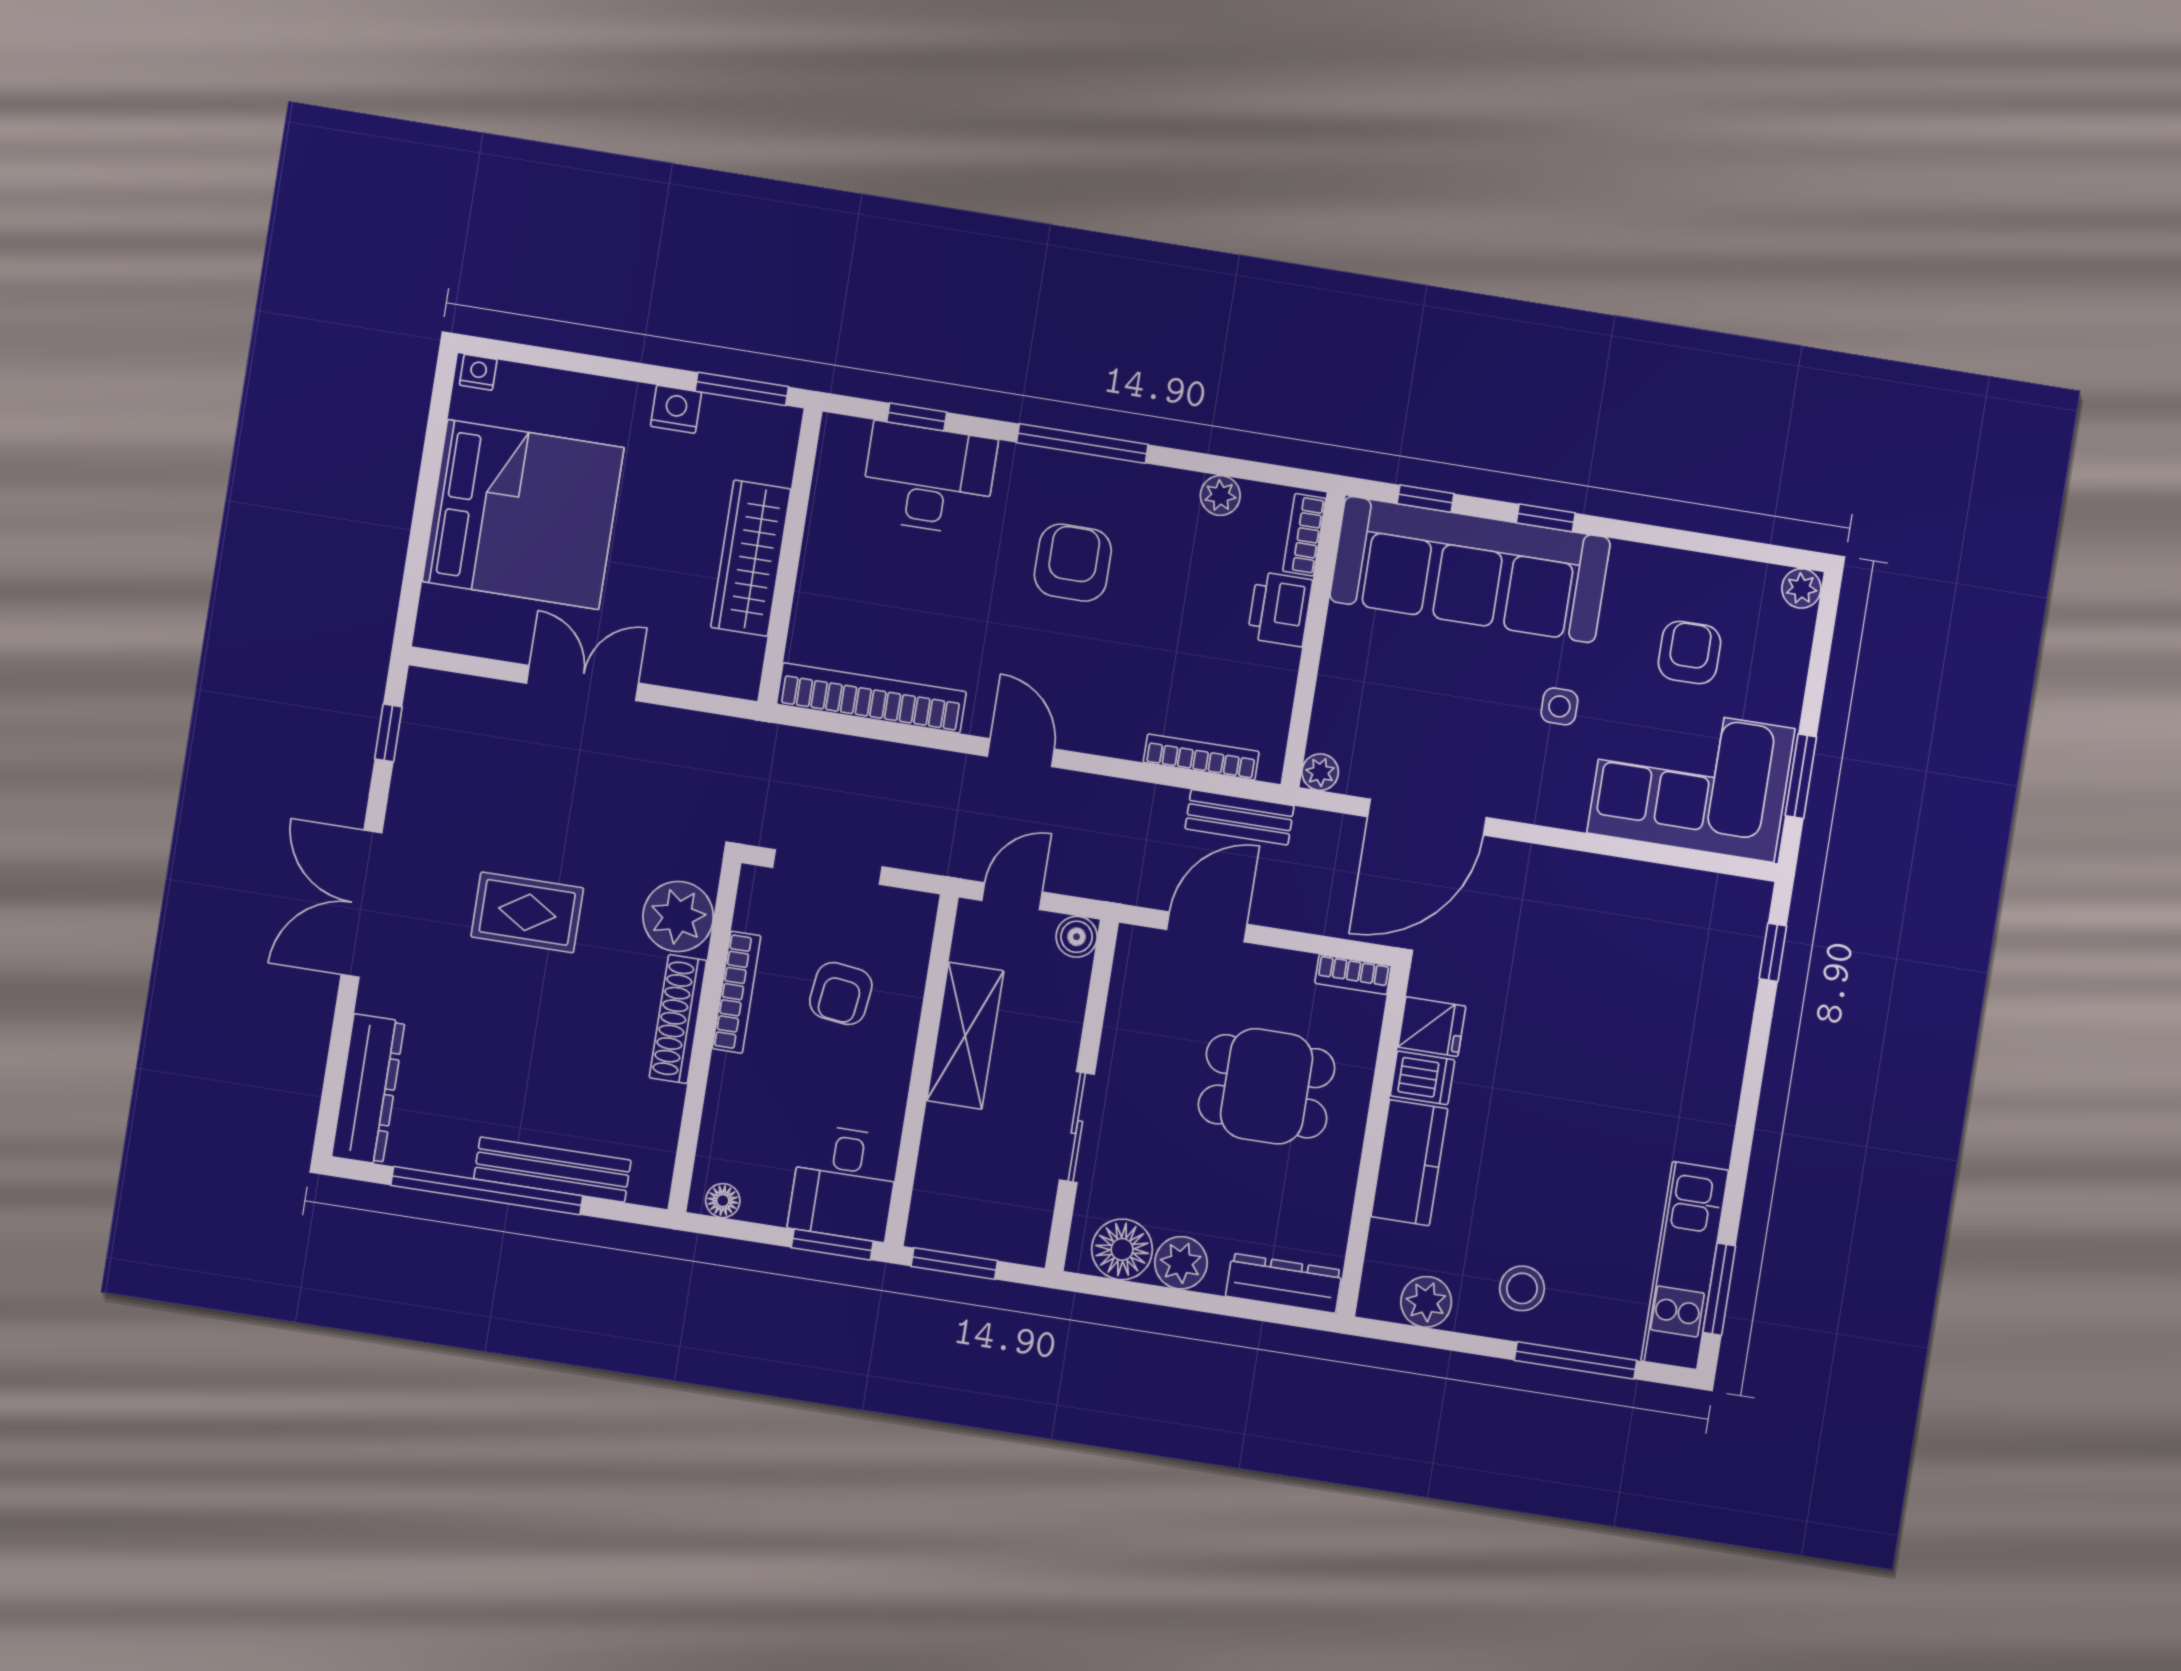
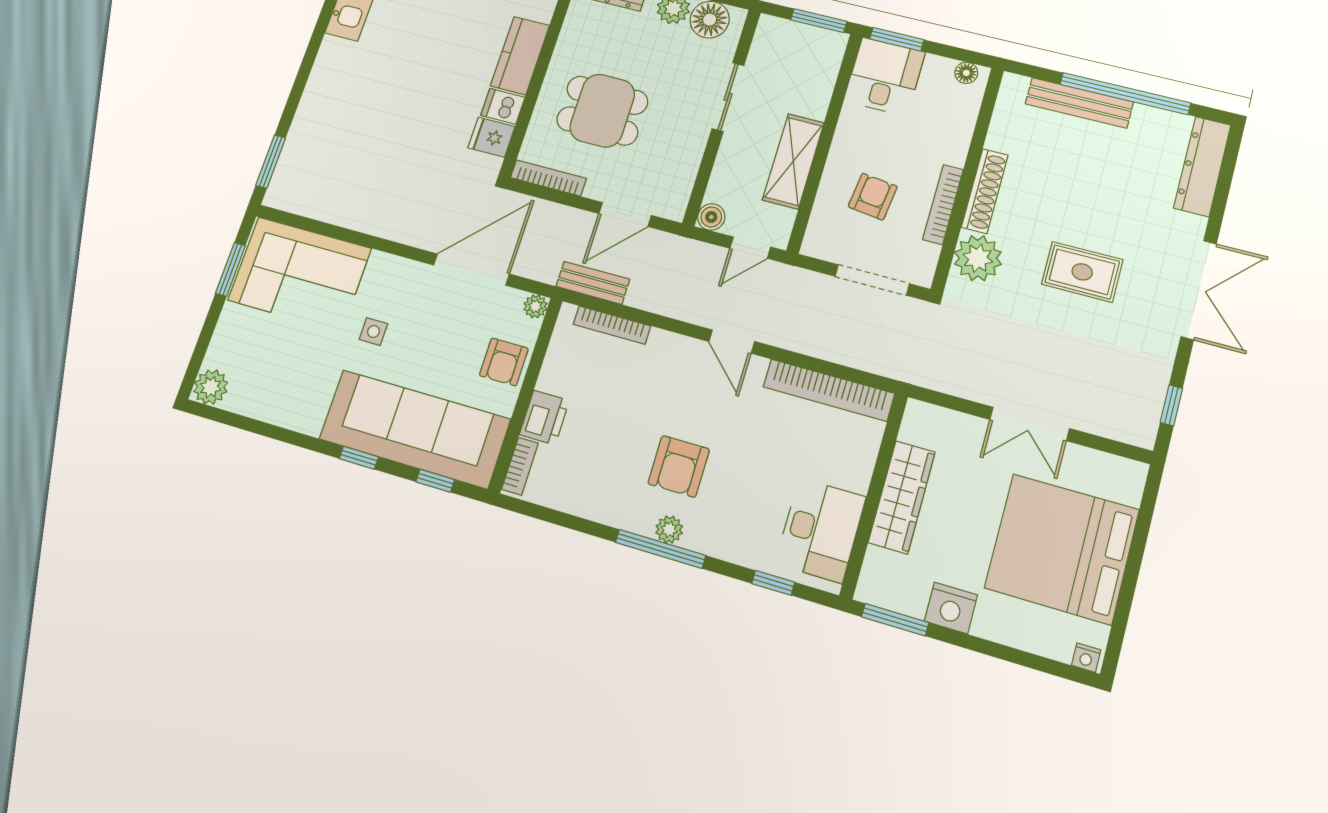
nightstand: (676, 409) -> (951, 608), width x1.36, depth x1.33
desk: (929, 479) -> (821, 530), moved, turned -90
plant: (1220, 495) -> (669, 530), moved
plant: (1801, 588) -> (211, 387), width x1.38, depth x1.38
armchair: (1689, 653) -> (504, 362), moved
window: (1773, 952) -> (271, 162), width x1.50
bookcase: (1353, 974) -> (548, 178), width x1.56

